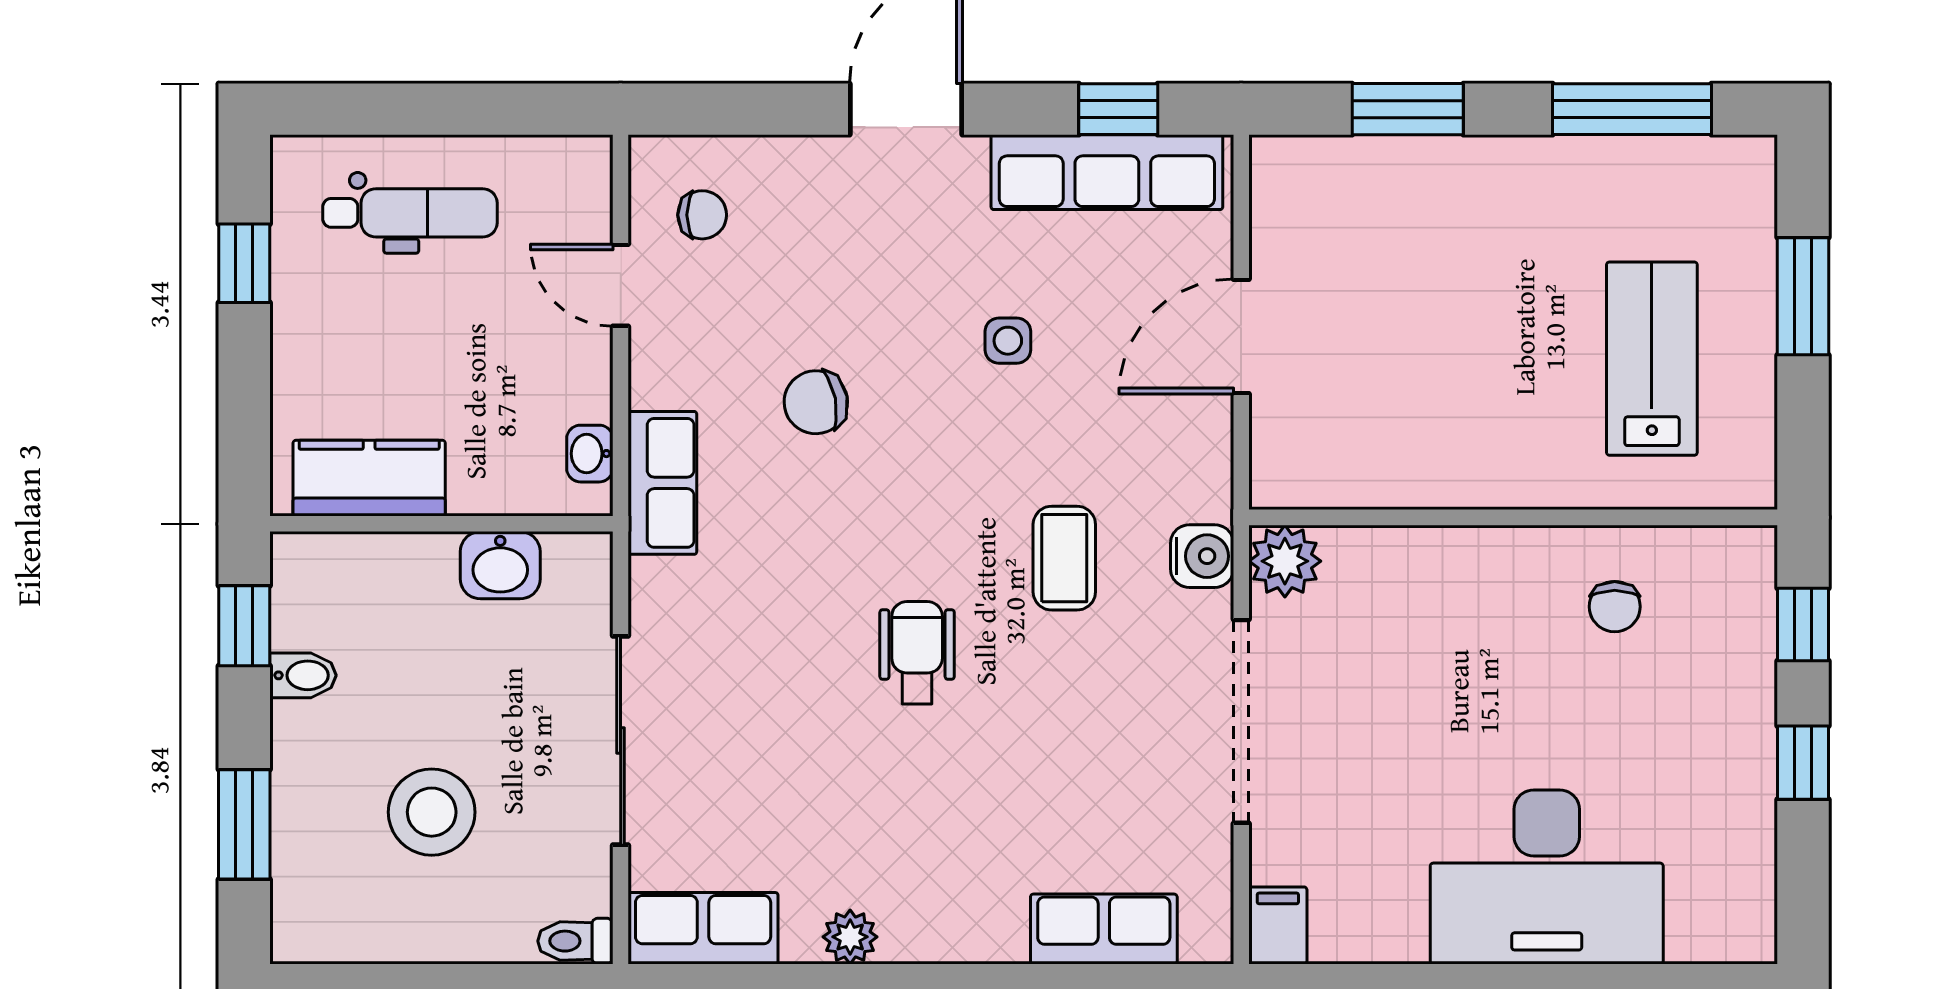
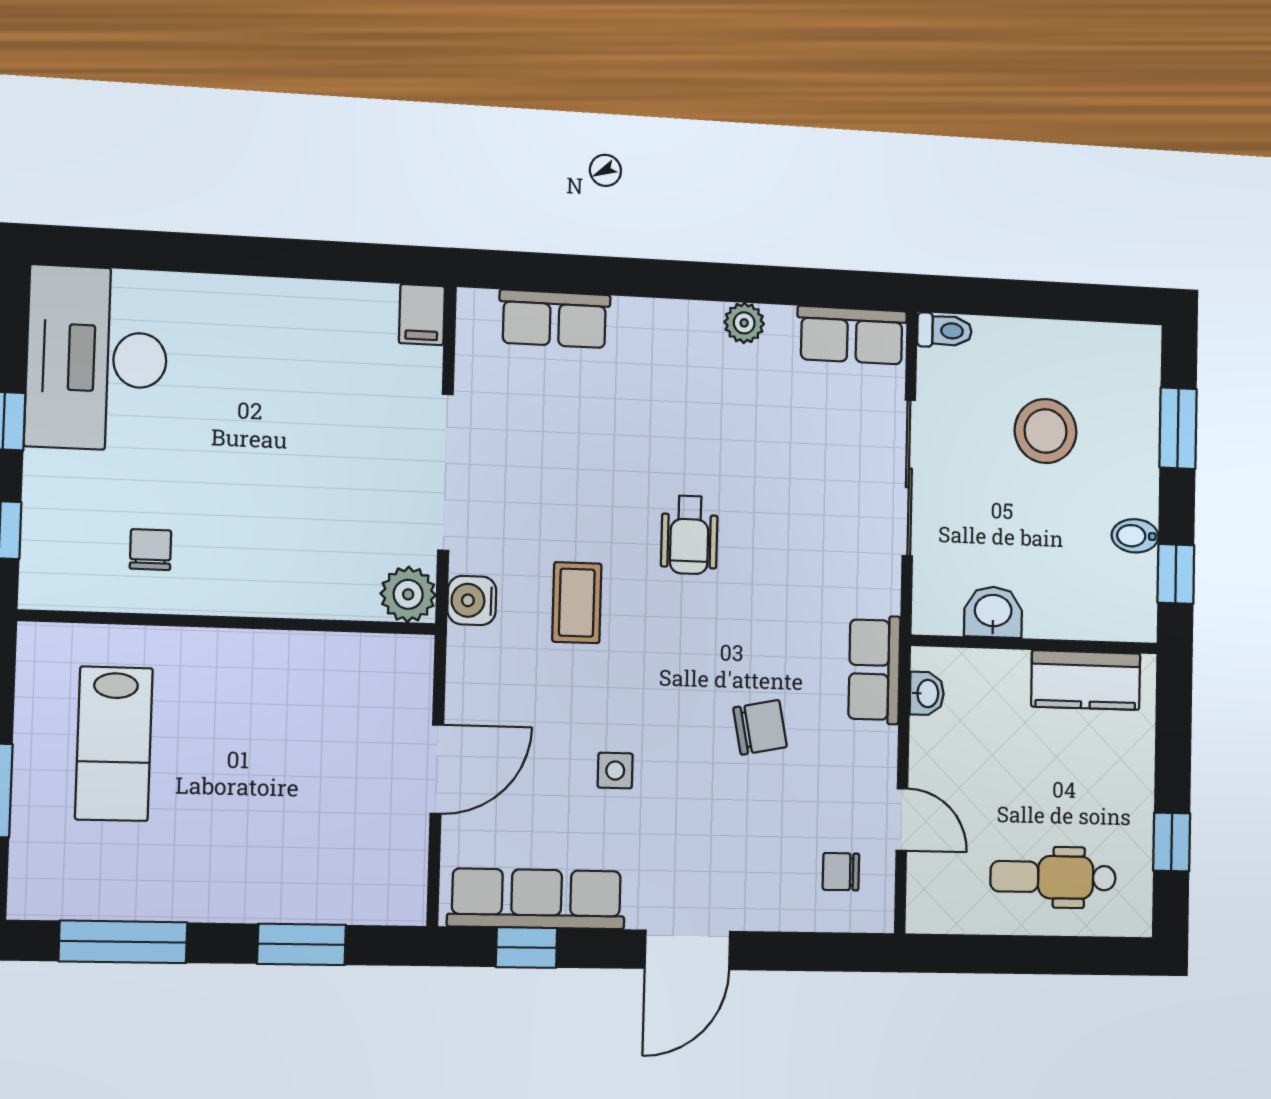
desk: (1547, 877) -> (97, 358), moved, turned -90

